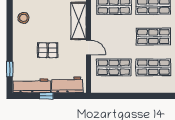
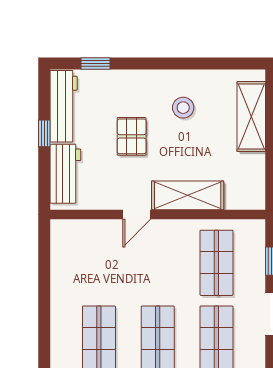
stool: (23, 18) -> (183, 108), moved
shop shelf: (114, 67) -> (99, 263), removed

